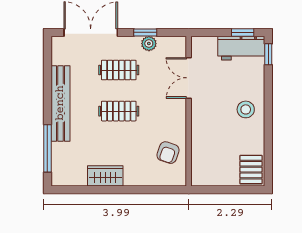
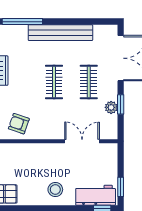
workbench: (241, 48) -> (96, 195), moved, turned 90

